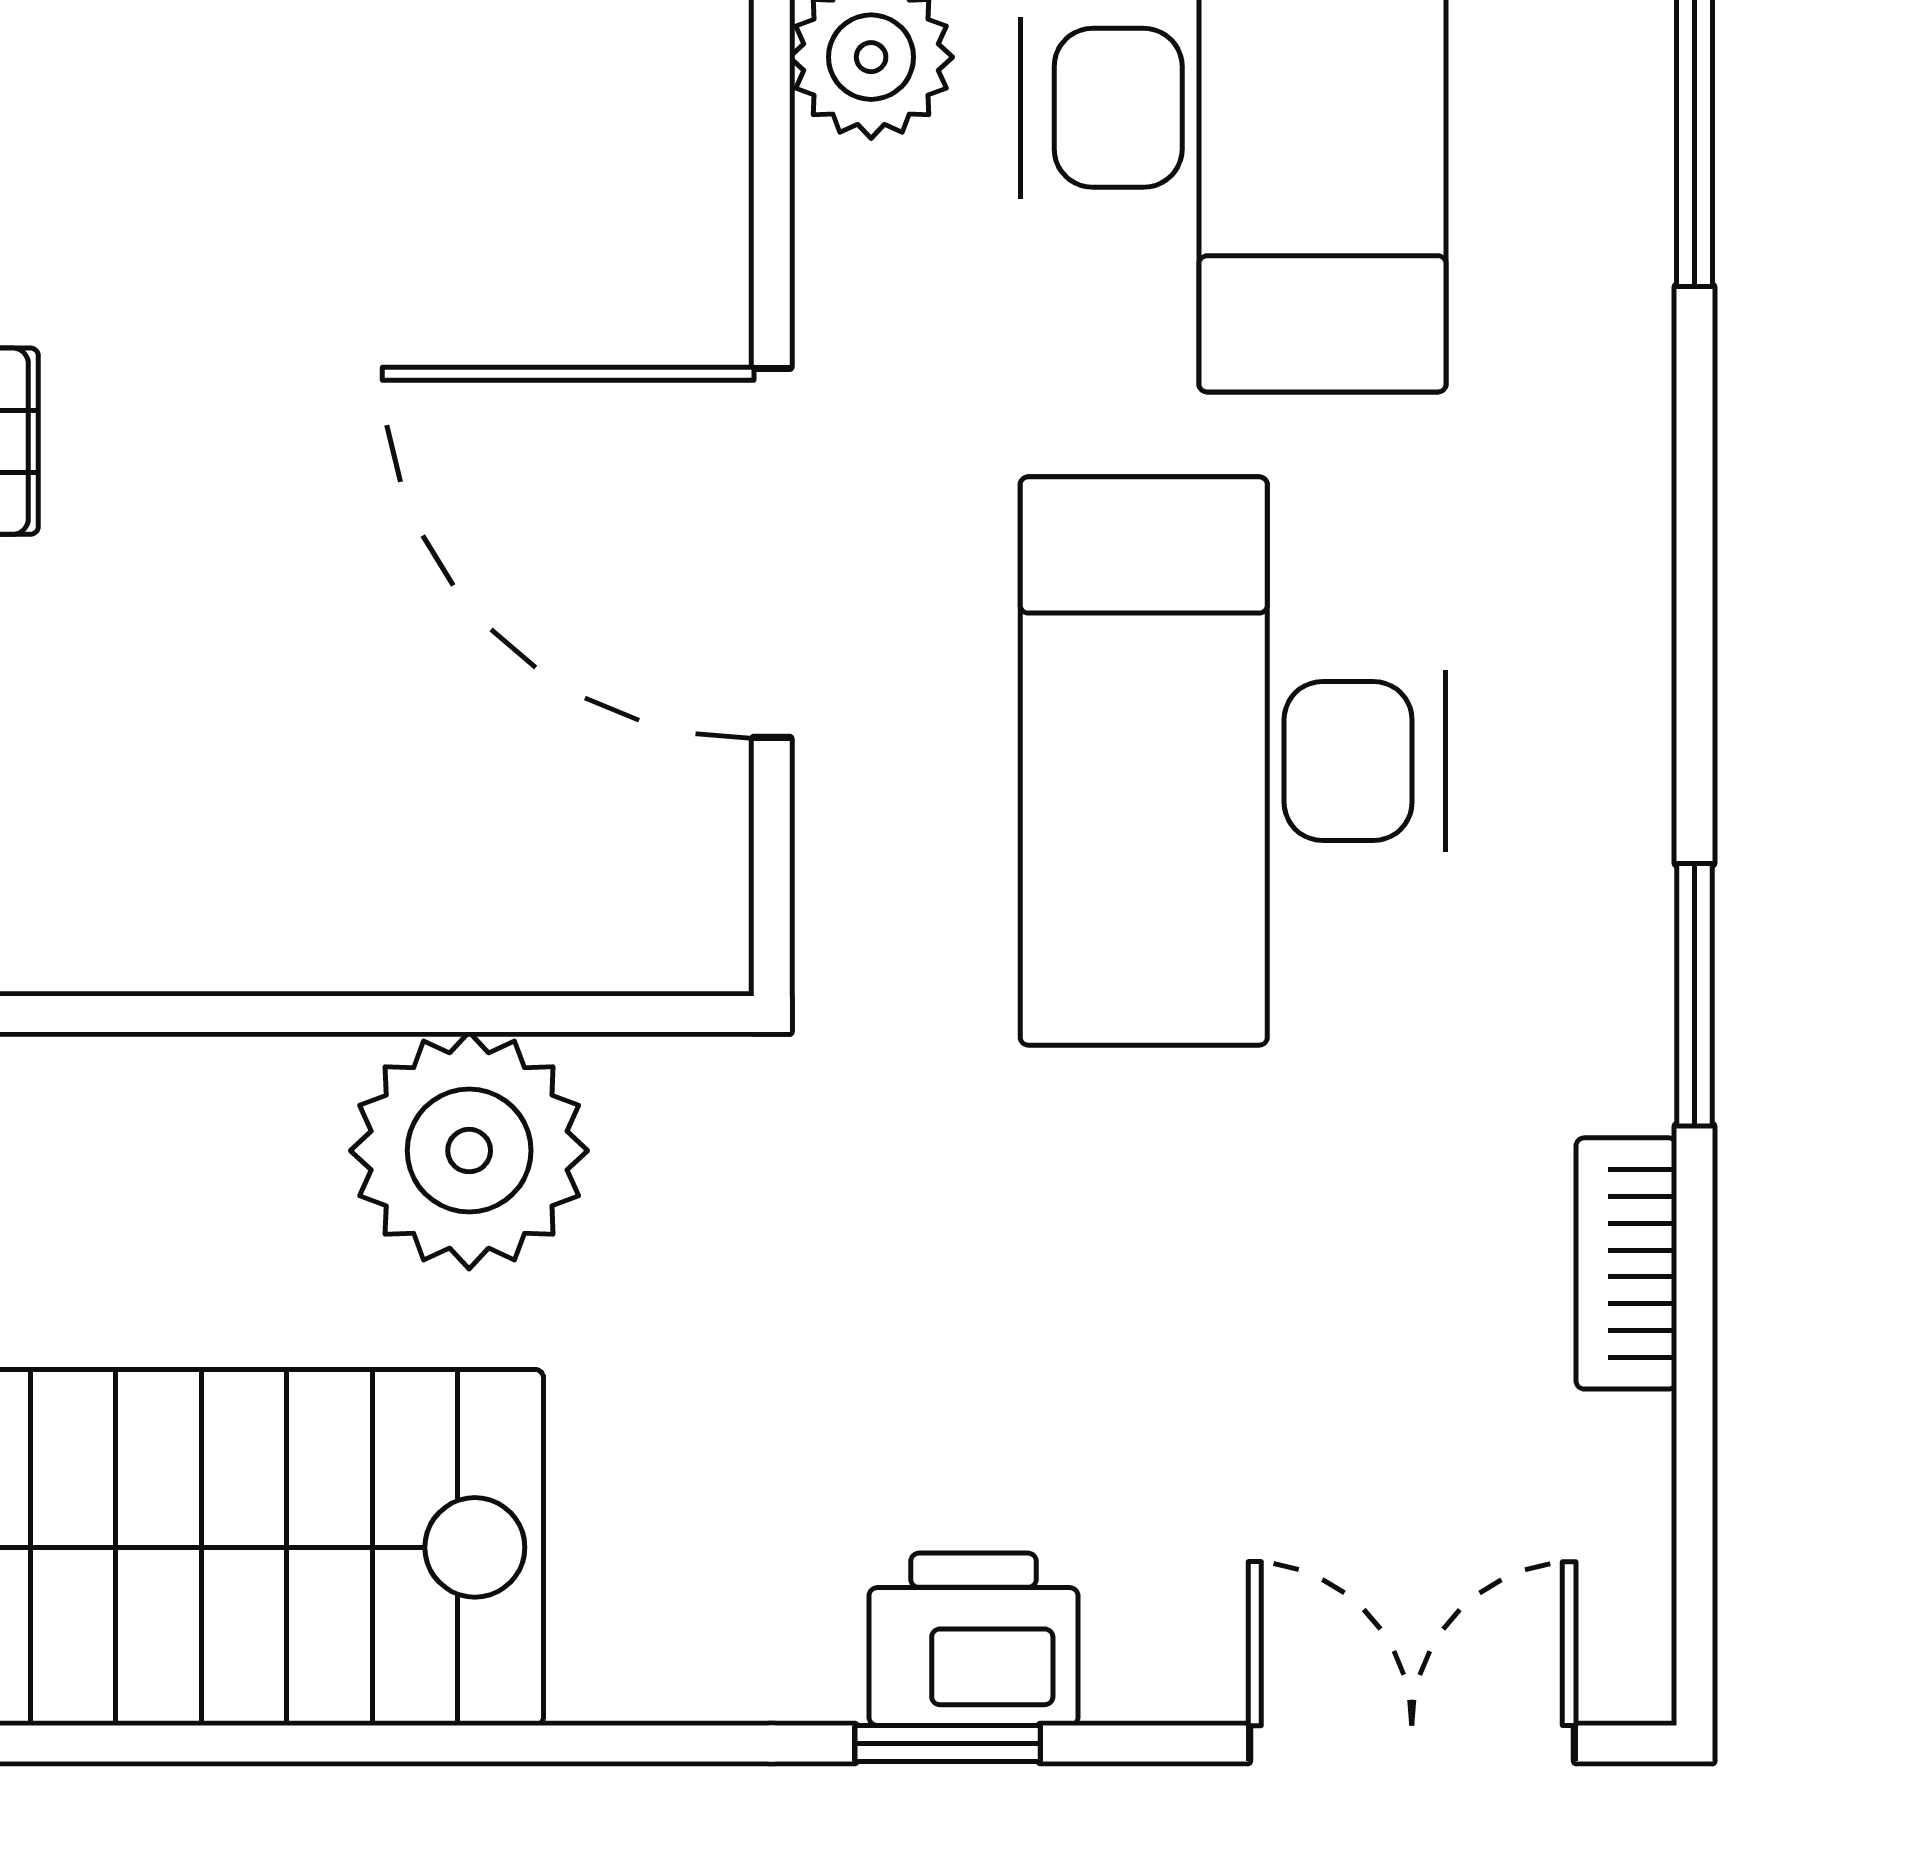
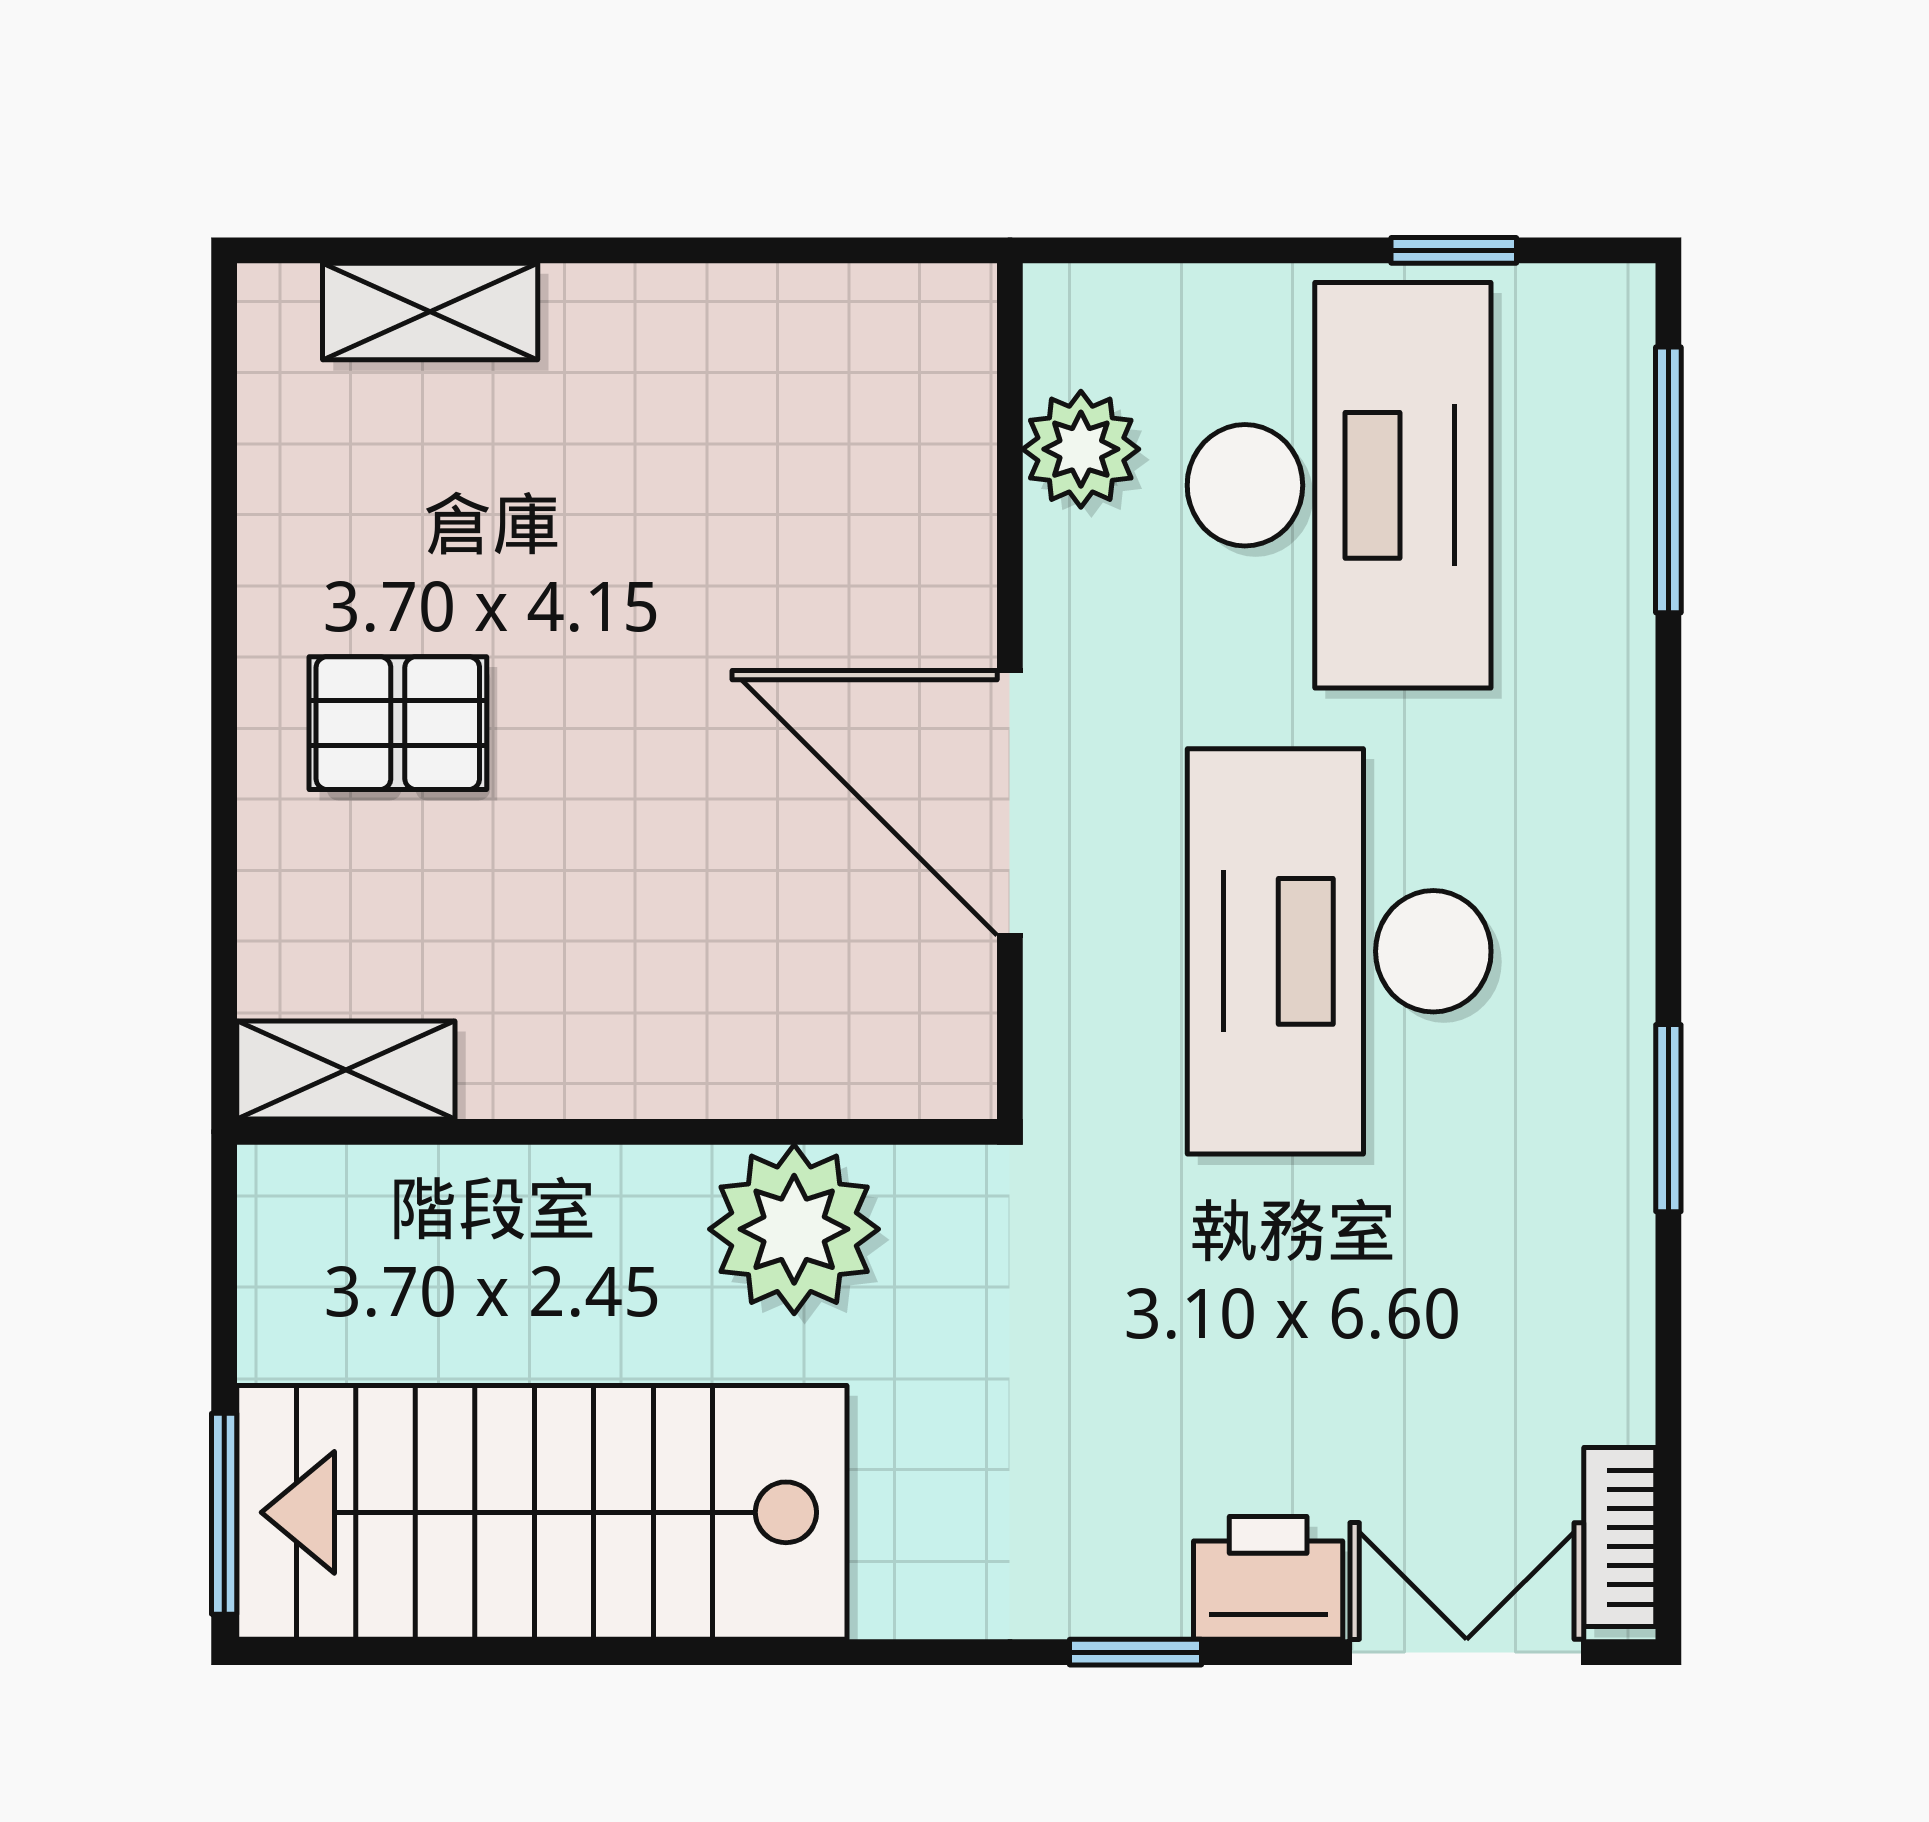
bookcase: (1626, 1263) -> (1620, 1537), moved
printer: (974, 1639) -> (1268, 1578), moved

